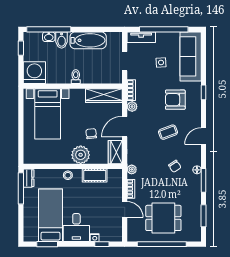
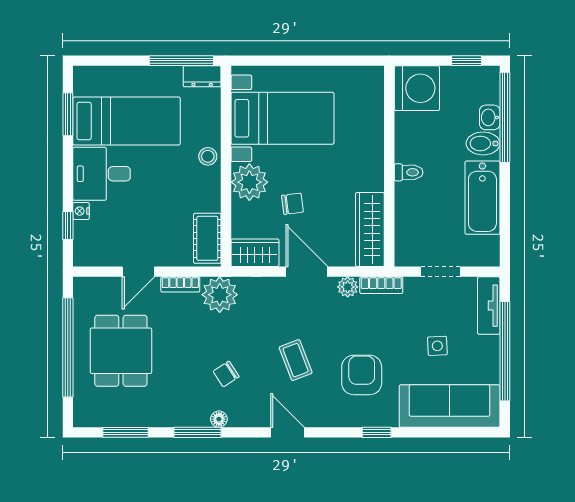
bed with nightstands: (48, 114) -> (282, 118), moved, turned 180
plant: (132, 169) -> (220, 295), width x1.88, depth x1.88
cot: (95, 176) -> (207, 238), moved

